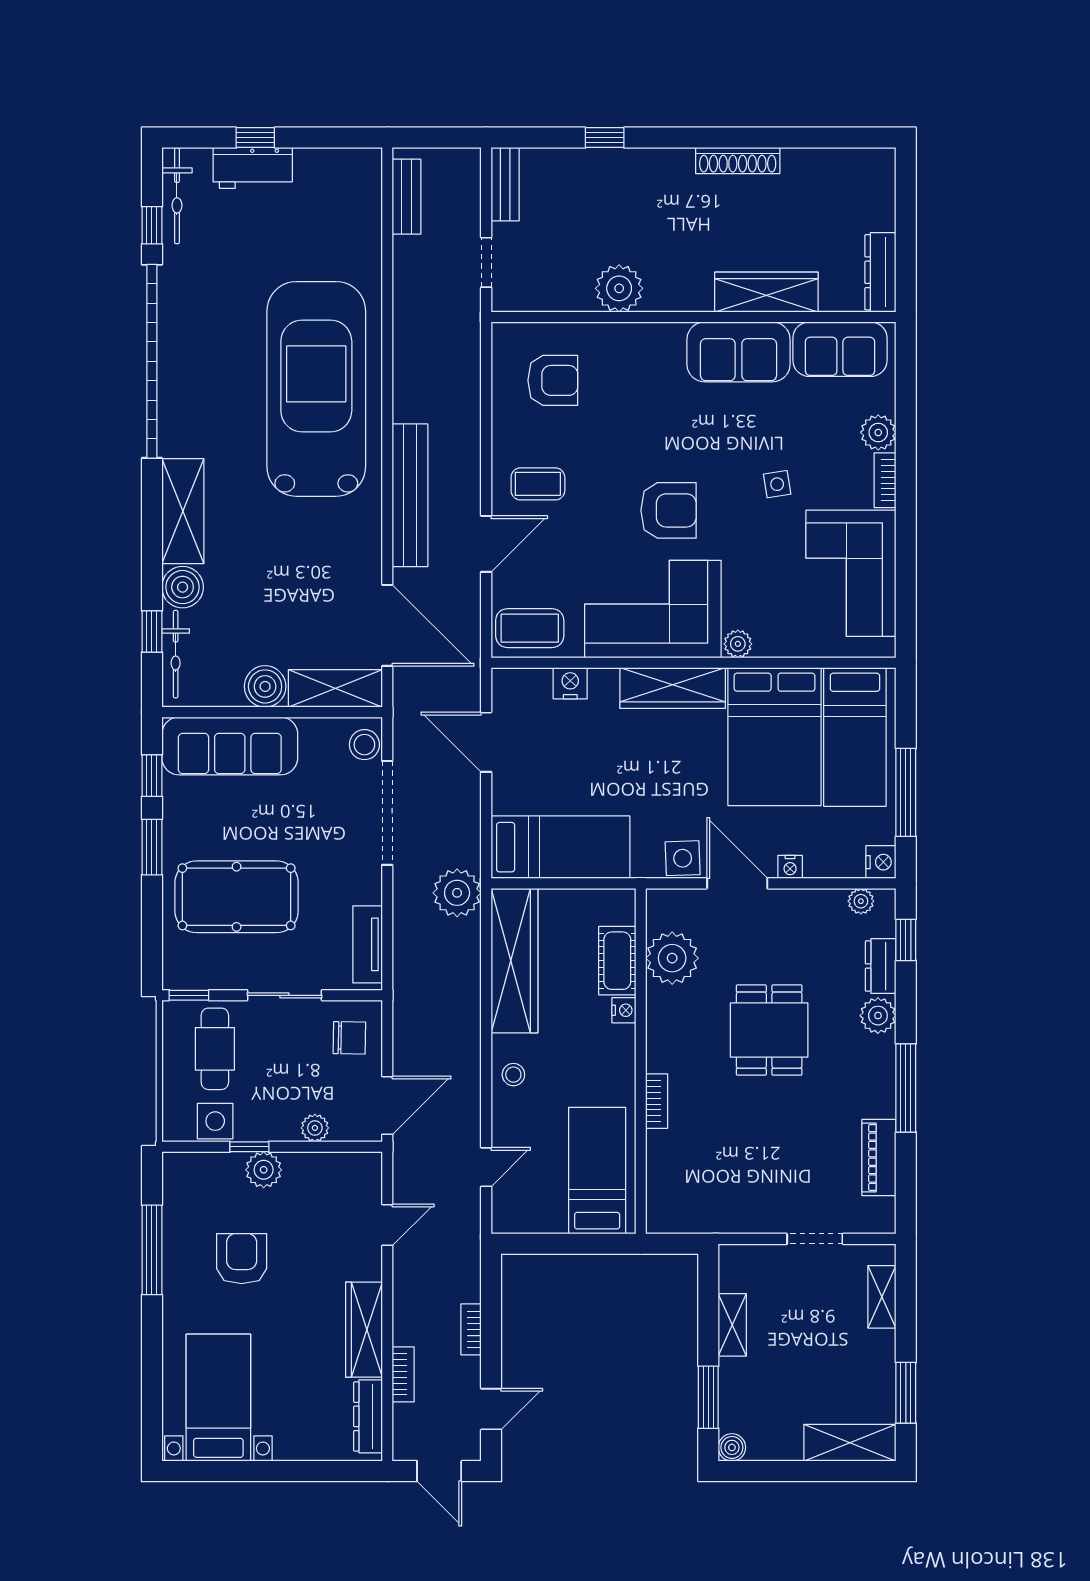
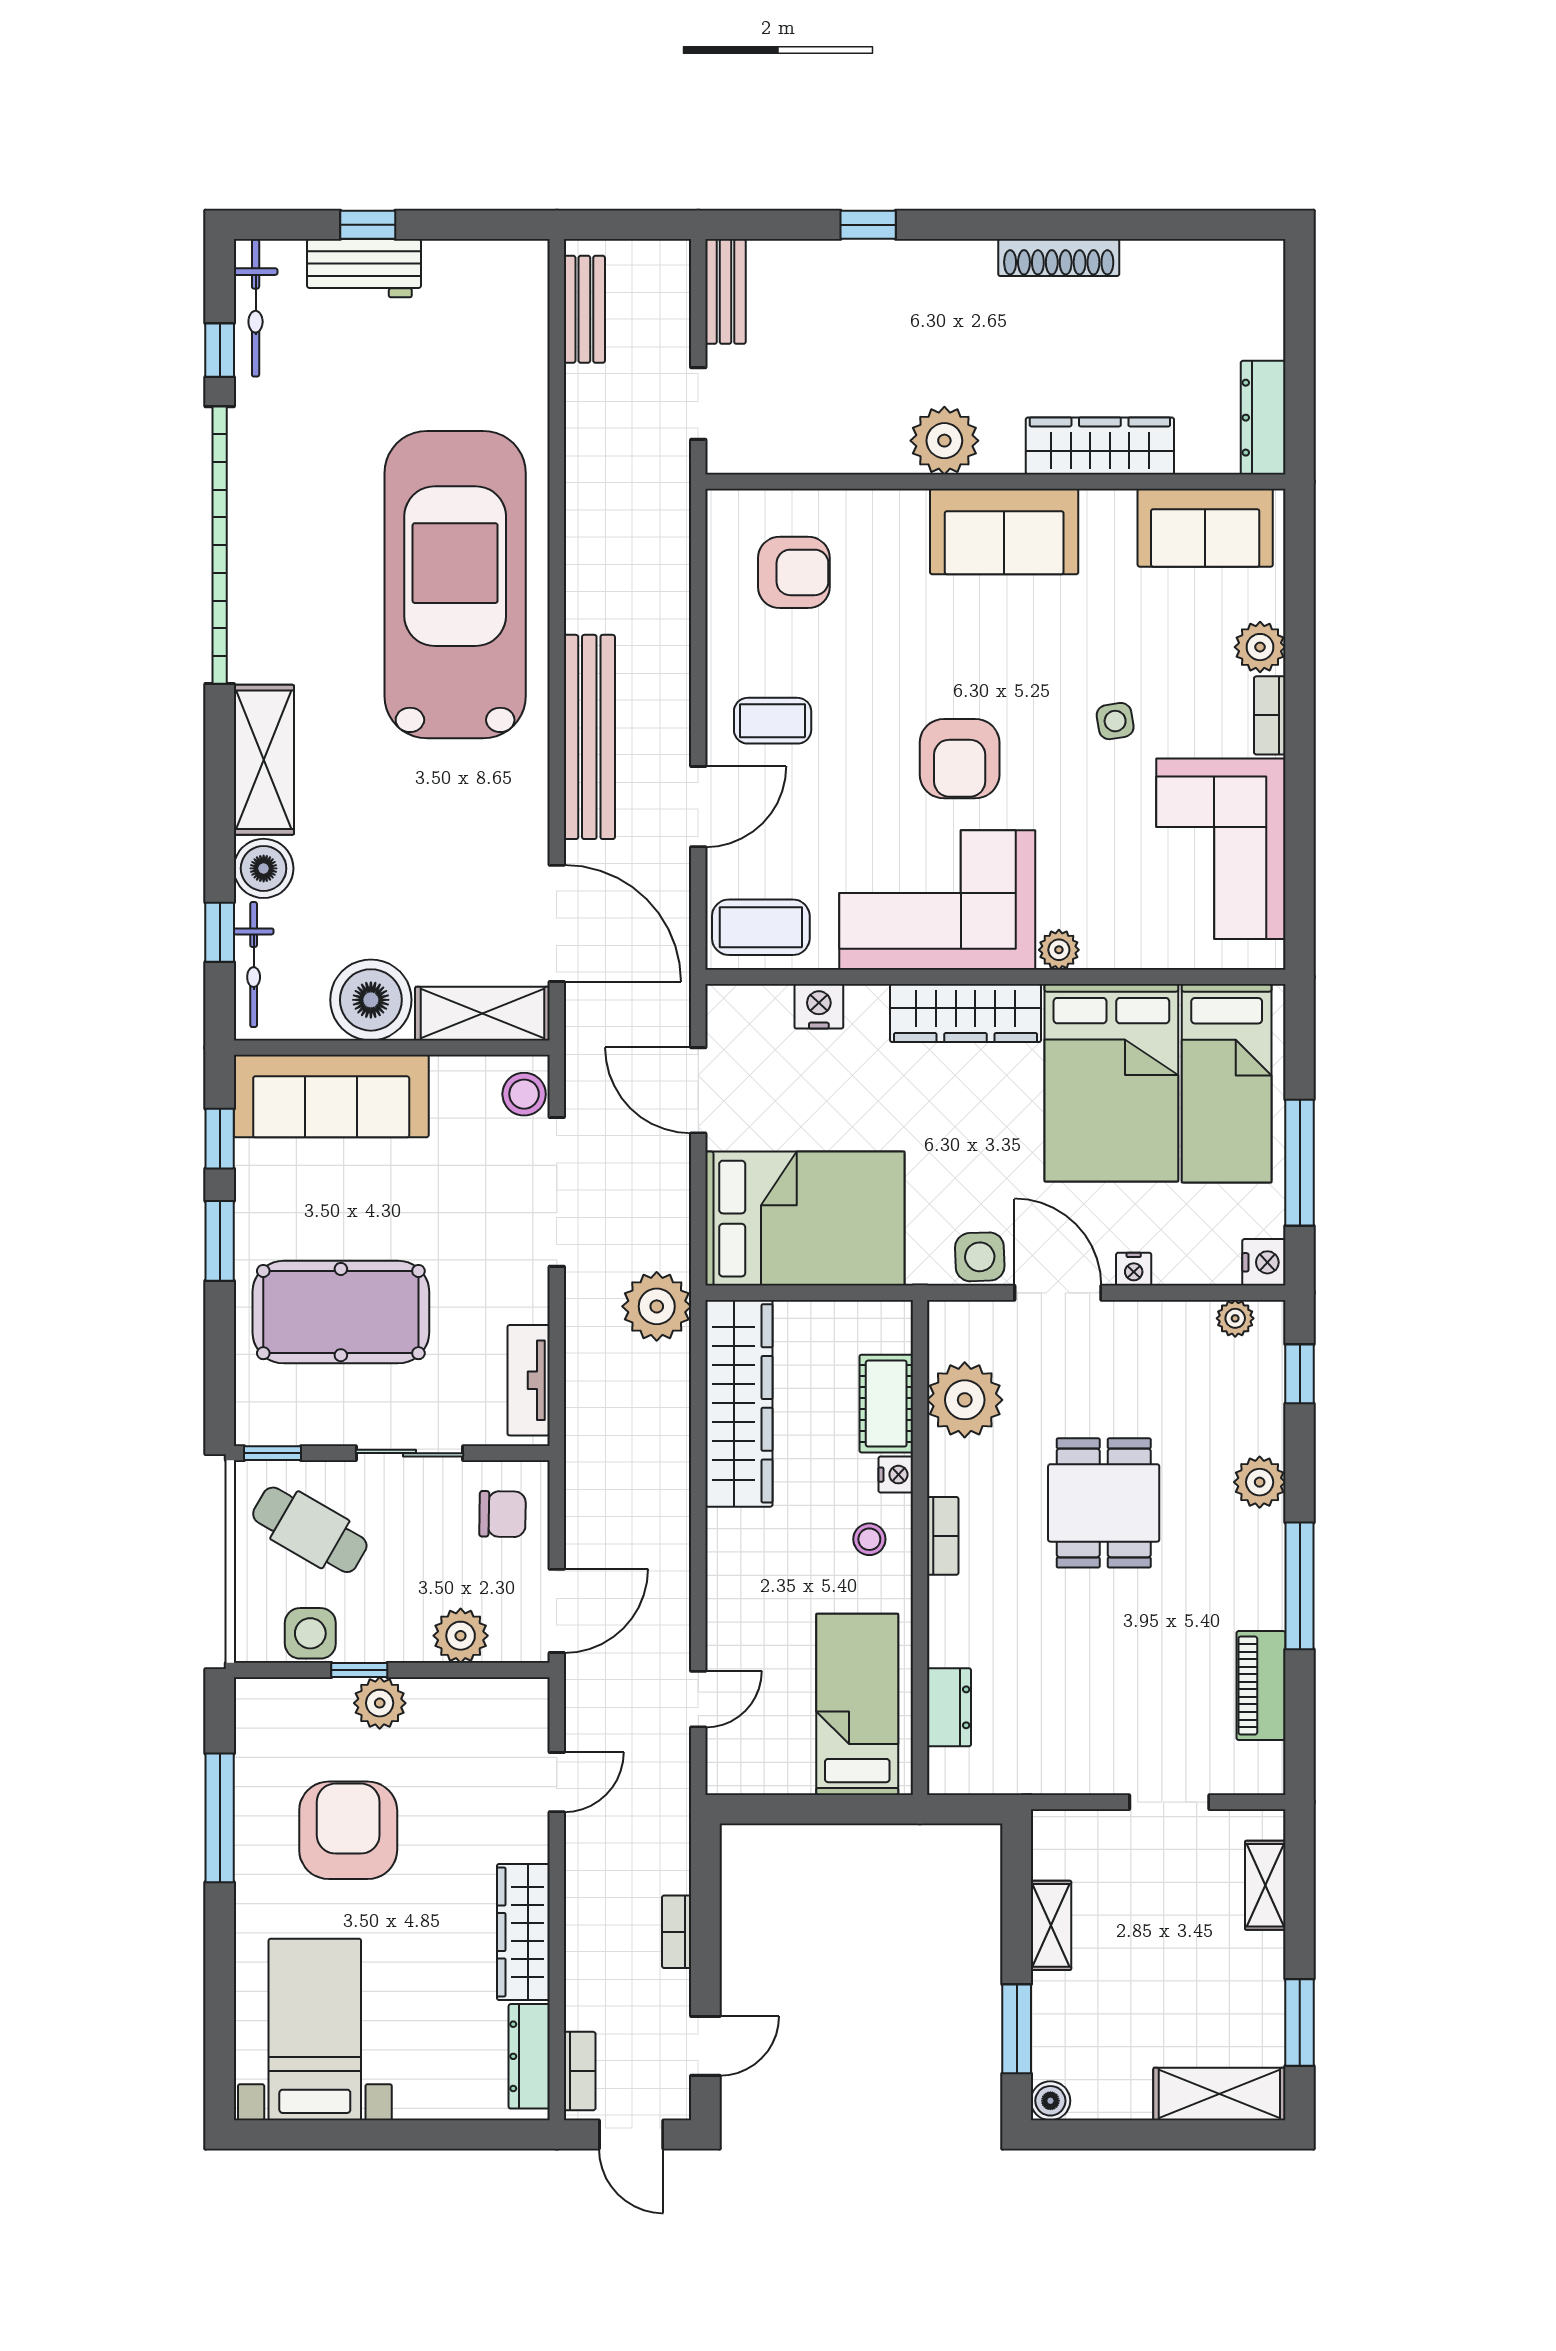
plant: (619, 288) -> (944, 441), moved
sofa: (739, 352) -> (1004, 532), moved
armchair: (668, 510) -> (960, 759), turned 90
boiler: (265, 686) -> (371, 1000), width x1.37, depth x1.37
bed: (560, 847) -> (805, 1219), width x1.50
dresser: (881, 966) -> (949, 1707), moved, turned 180
cafe table: (215, 1049) -> (310, 1530), turned -60
stool: (513, 1075) -> (869, 1539), moved
bookcase: (657, 1101) -> (943, 1536), moved
plant: (315, 1128) -> (461, 1636), width x1.38, depth x1.38
armchair: (242, 1259) -> (348, 1830), width x1.36, depth x1.36
bookcase: (403, 1374) -> (580, 2071), moved

